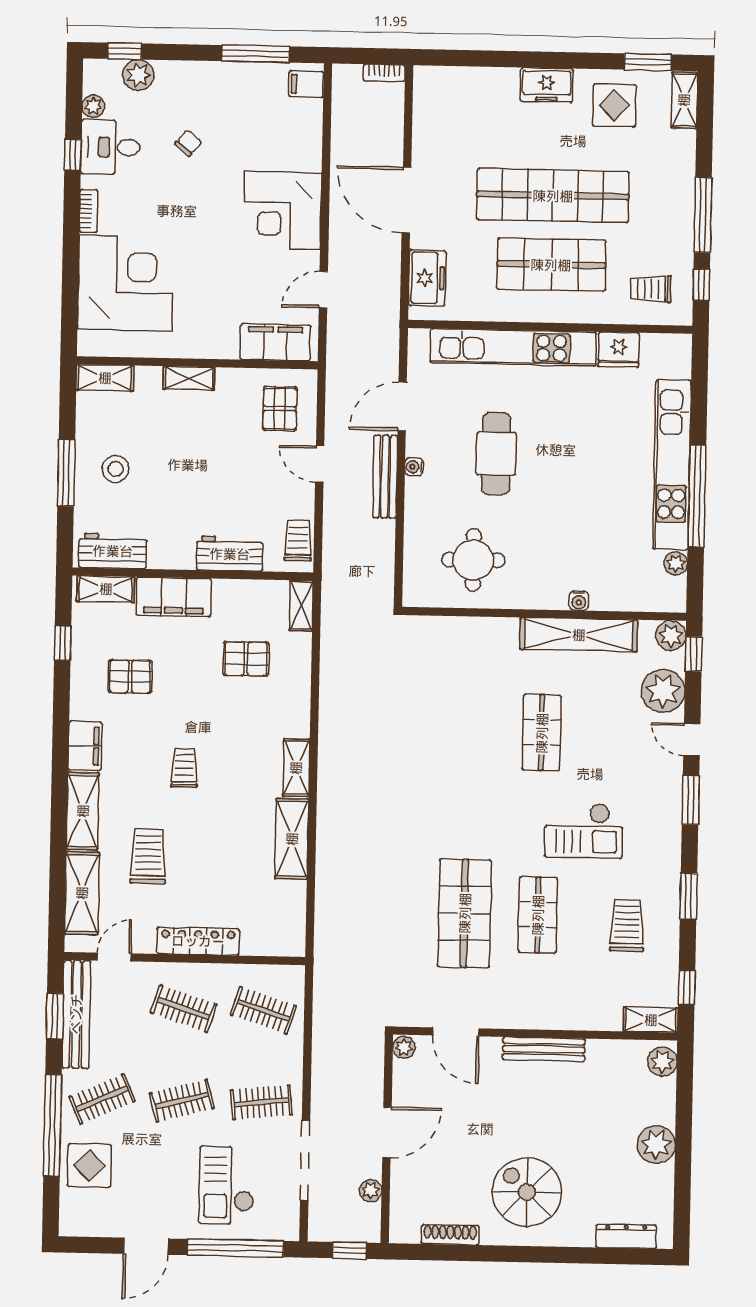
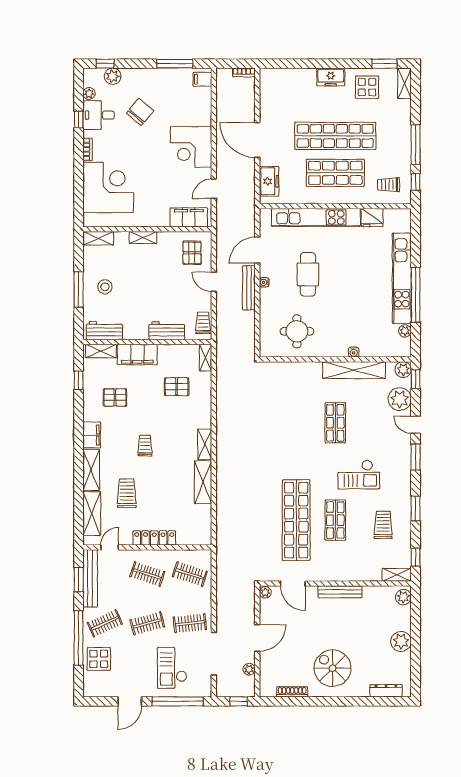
chair: (188, 143) -> (140, 112), width x1.87, depth x1.87
shop shelf: (465, 913) -> (296, 520), width x1.40

